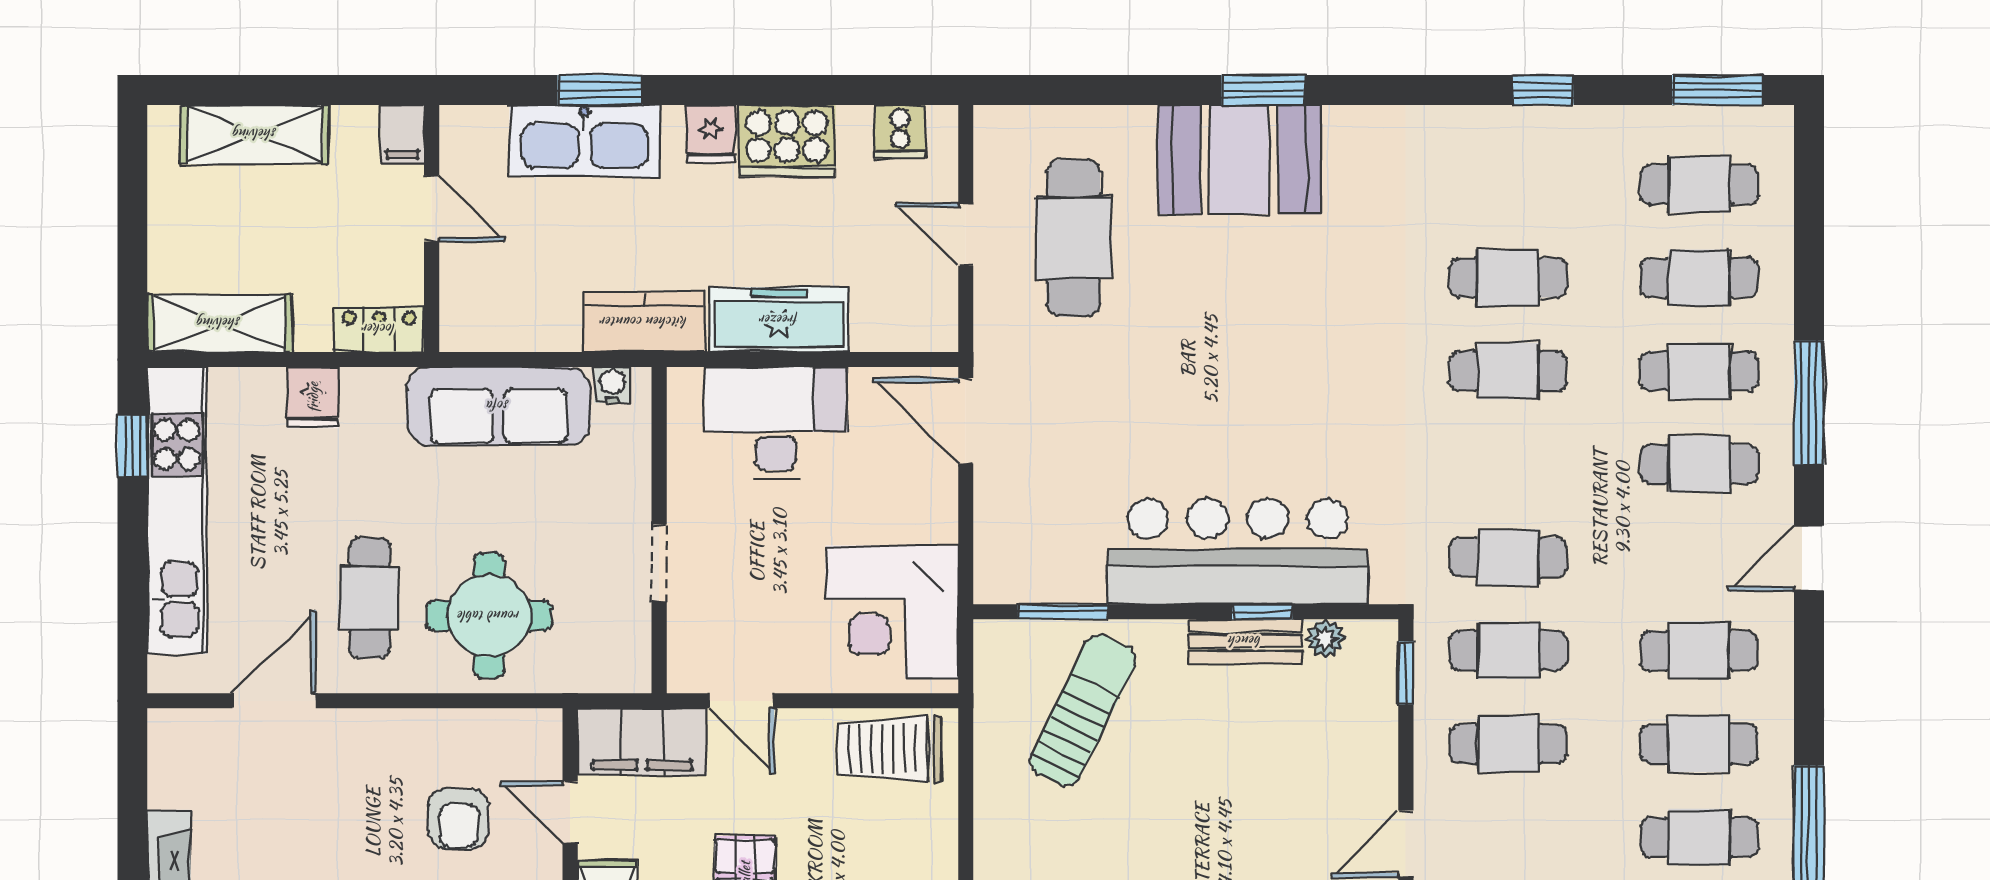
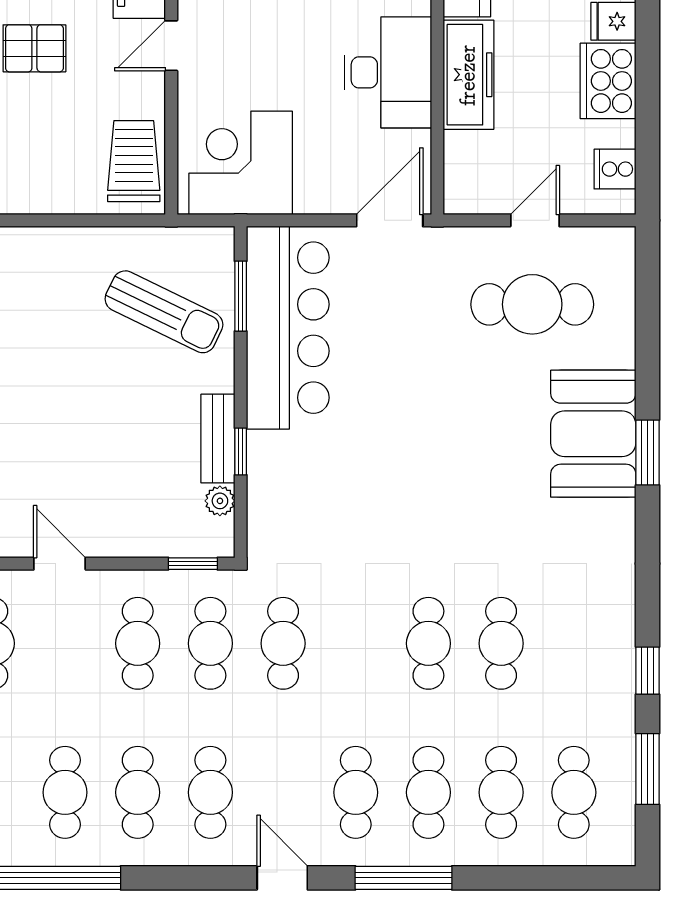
window: (1718, 90) -> (647, 769), moved
bar counter: (1238, 551) -> (288, 328), moved

